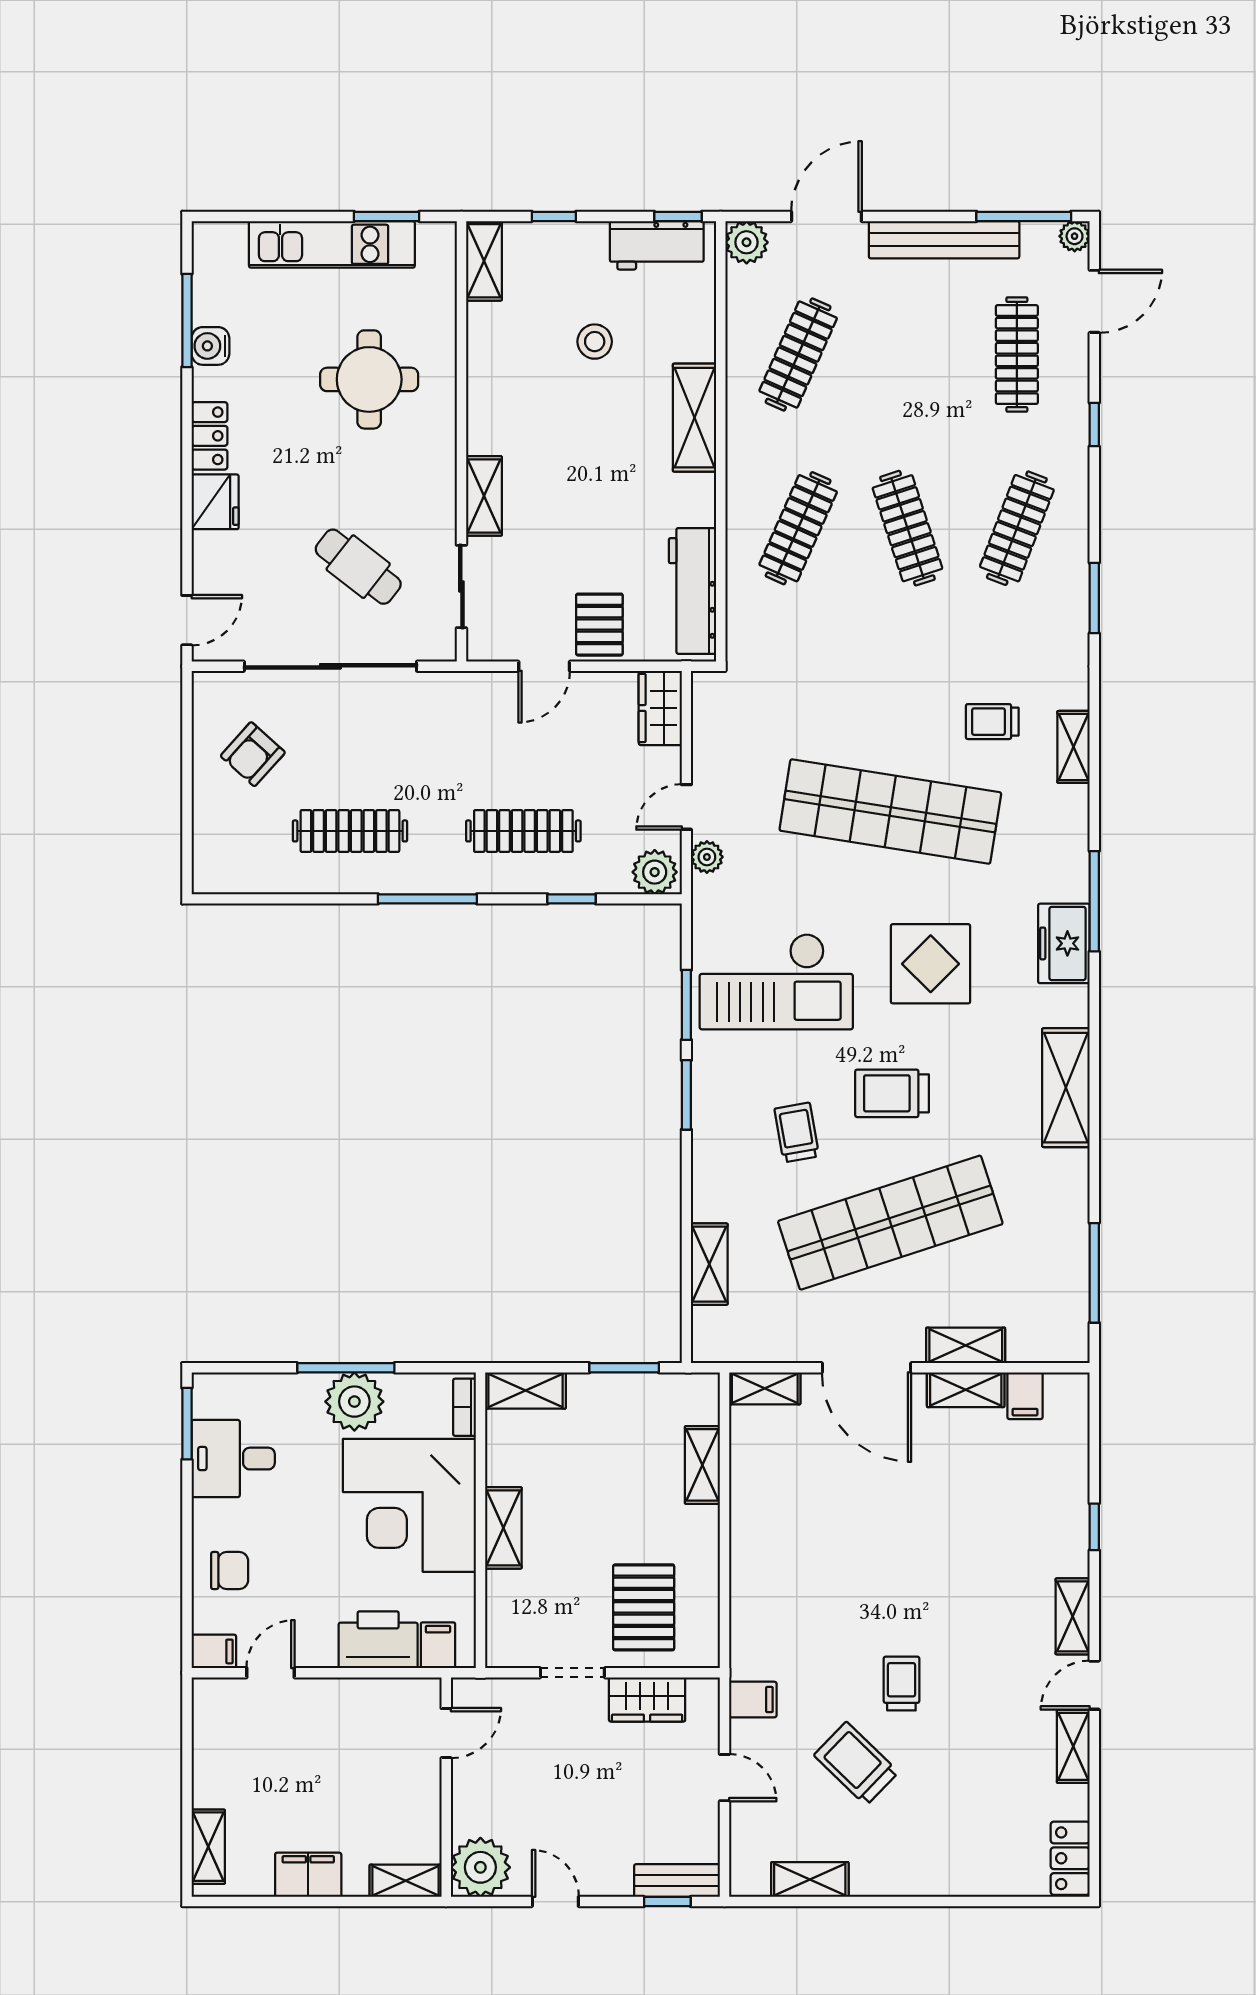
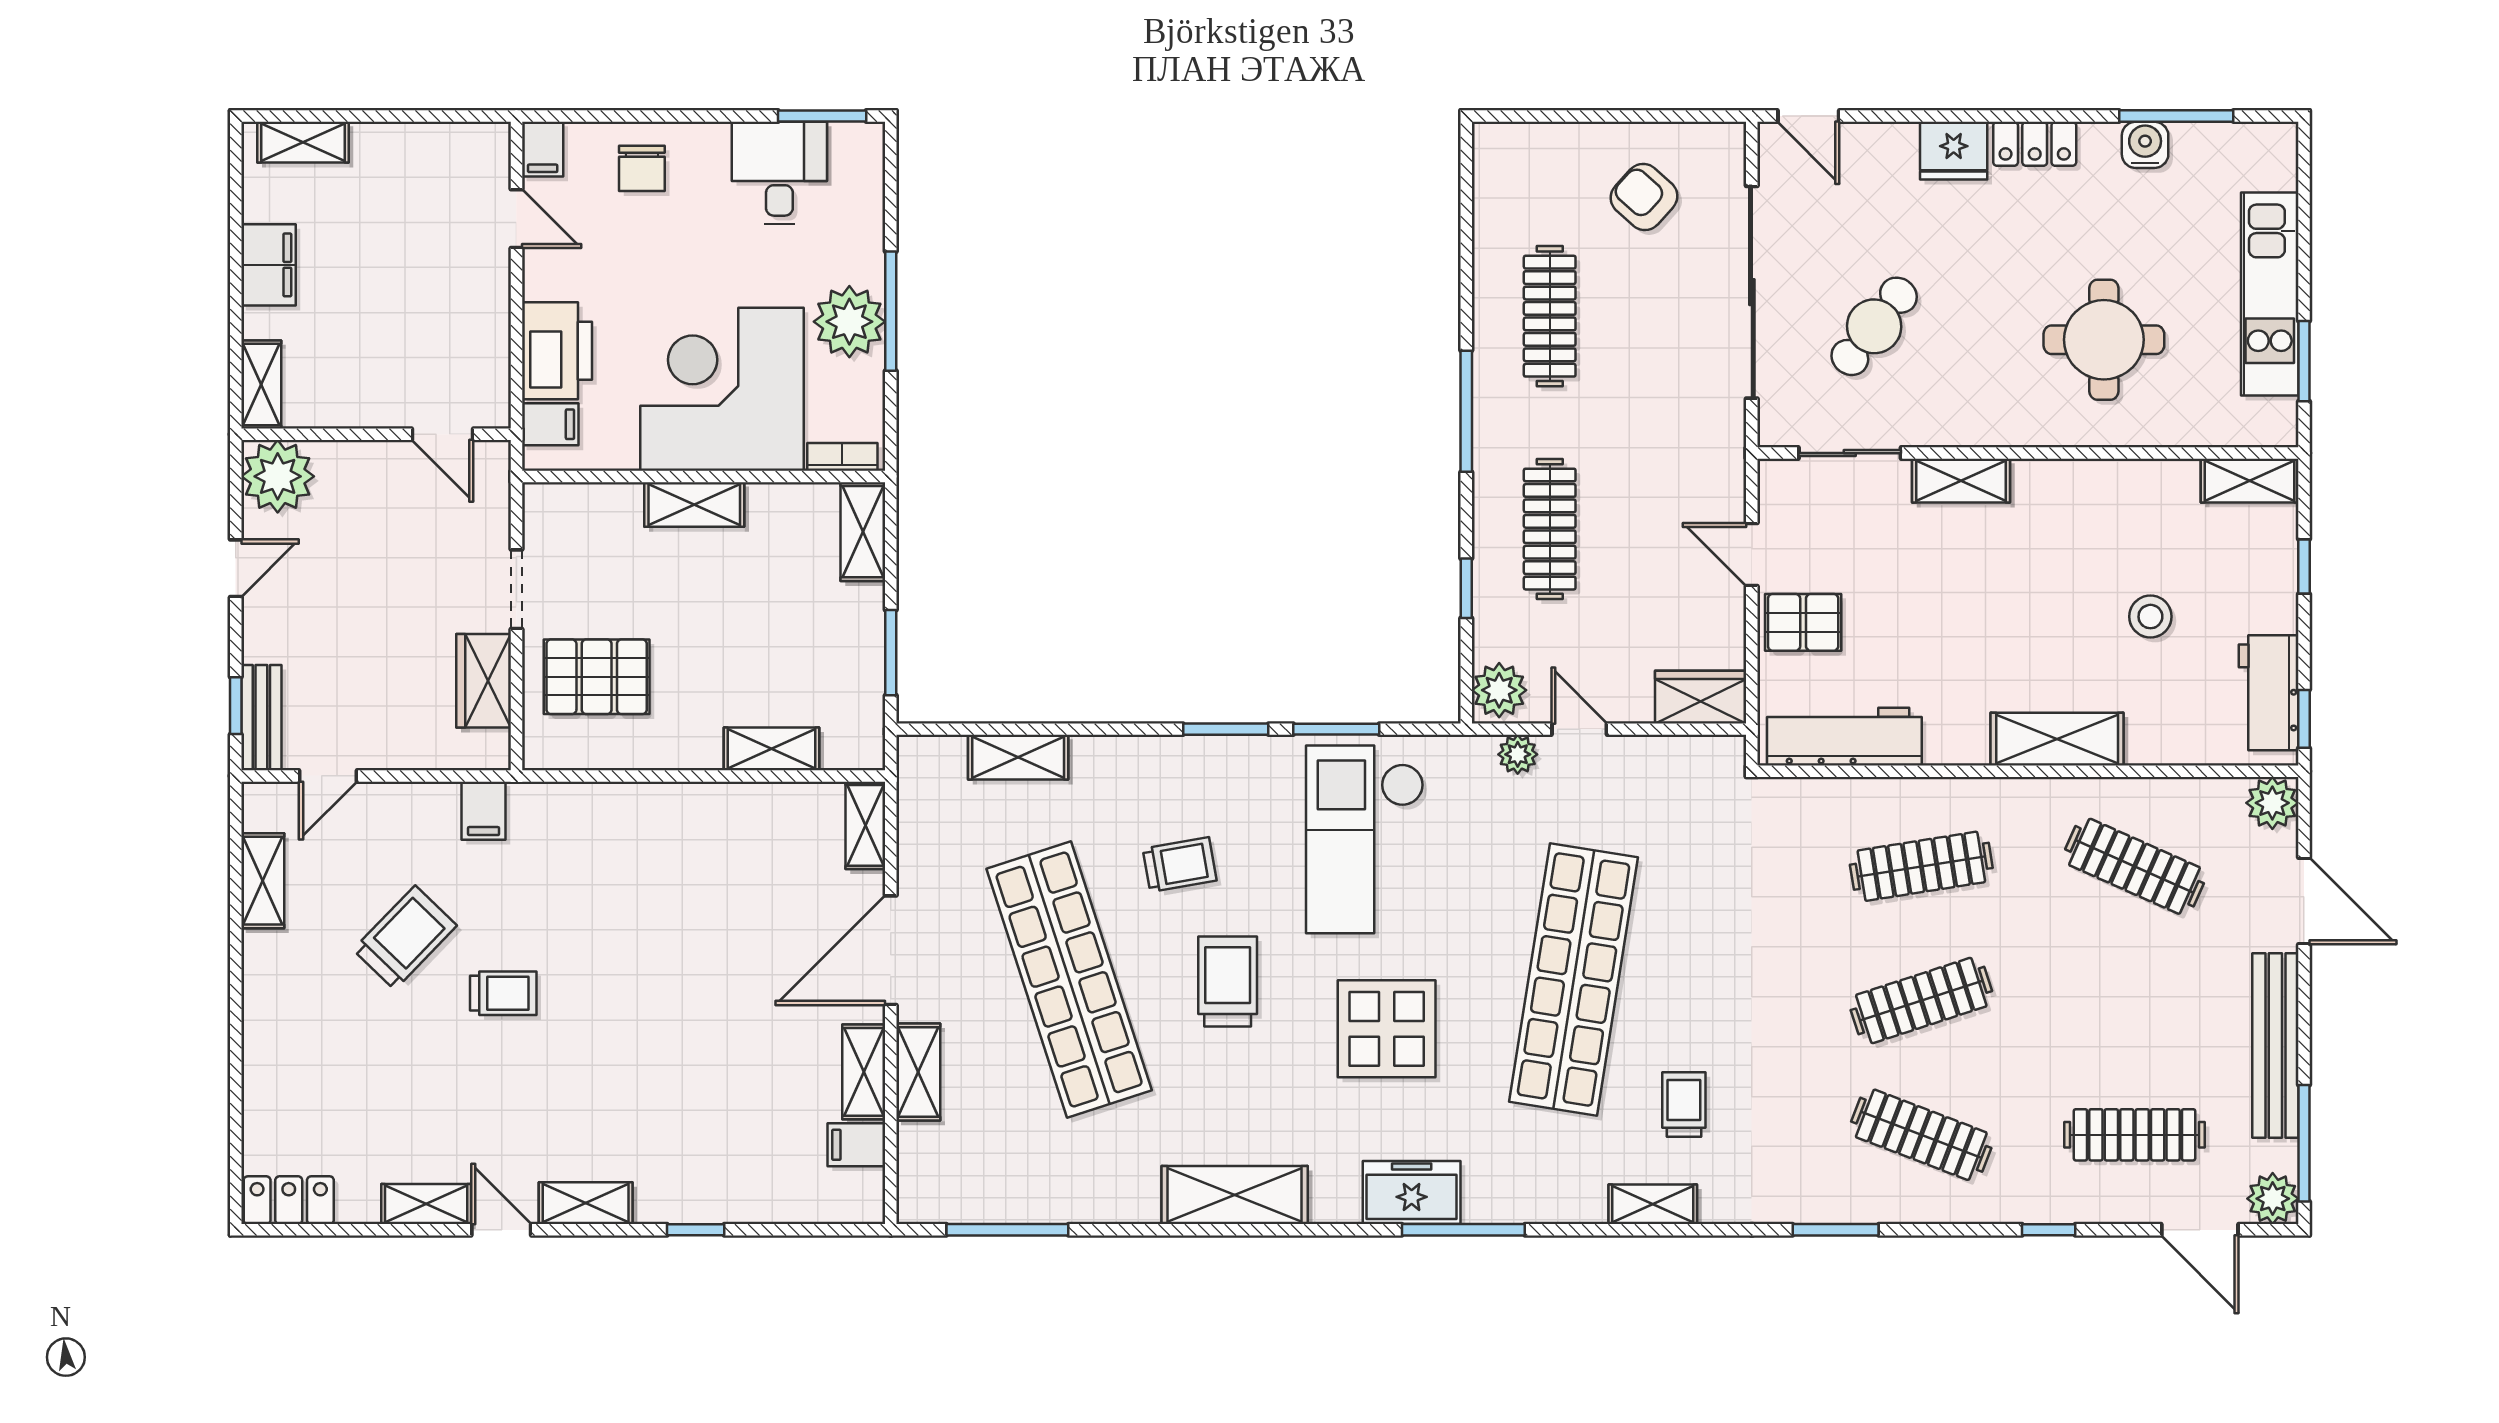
plant: (1075, 236) -> (2273, 1199), width x1.38, depth x1.38
clothes rail: (798, 528) -> (1921, 866), turned -33
door: (724, 1778) -> (328, 776), moved

